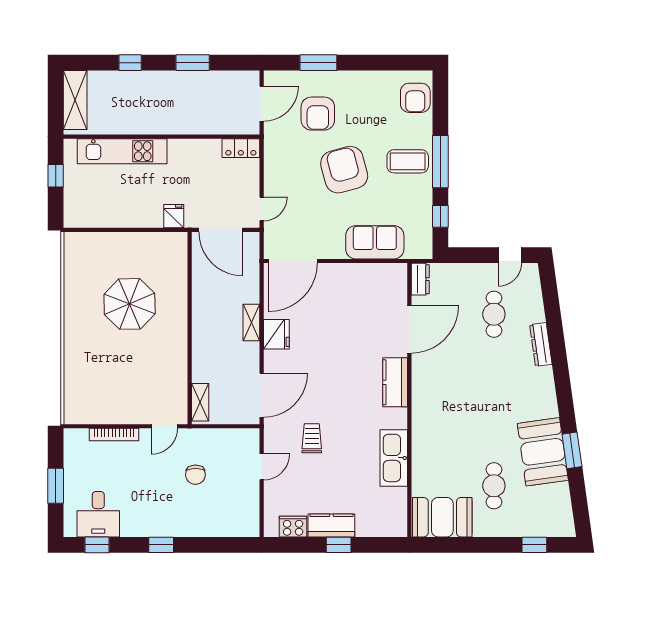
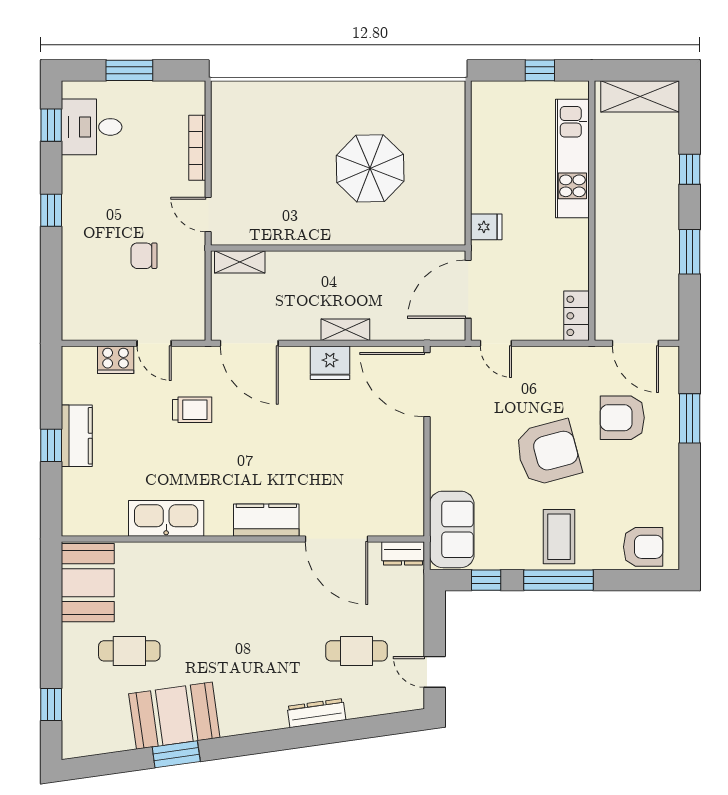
armchair: (415, 98) -> (643, 547), turned 180
sofa: (375, 242) -> (452, 529), moved
cooker: (293, 527) -> (116, 360), moved, turned 90

